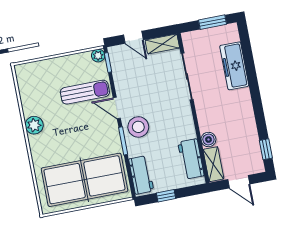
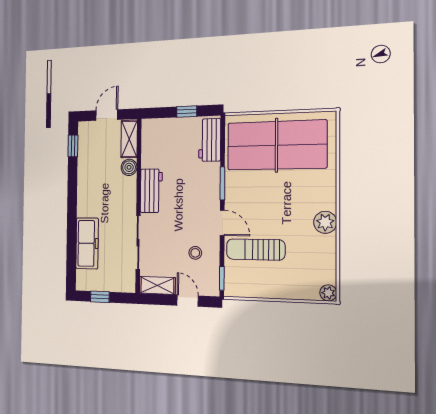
window: (213, 22) -> (100, 297), width x0.67
plant: (98, 56) -> (328, 293), moved
stool: (138, 127) -> (195, 253), moved, width x0.53, depth x0.53
workbench: (191, 159) -> (151, 191), moved
door: (239, 182) -> (107, 115), hinge flipped

